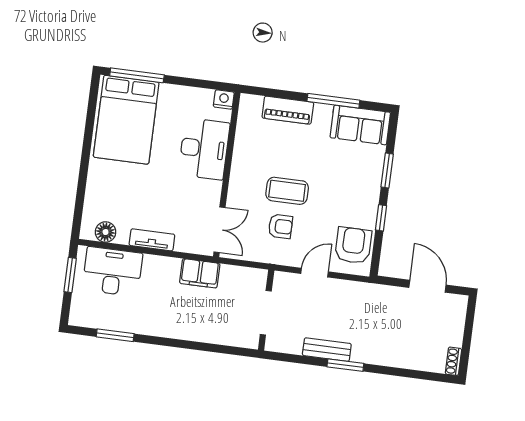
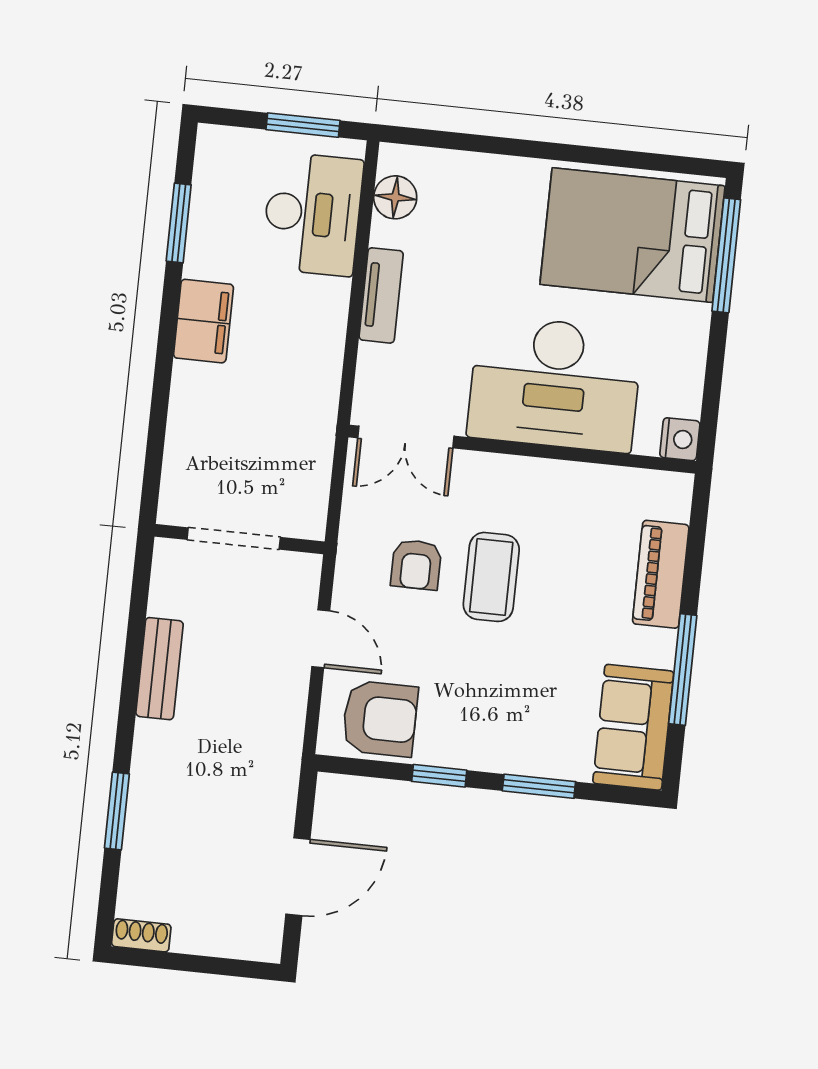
desk: (204, 149) -> (555, 384), width x1.36, depth x1.30
filing cabinet: (200, 273) -> (203, 321), moved, turned 180
window: (345, 365) -> (117, 811), moved

